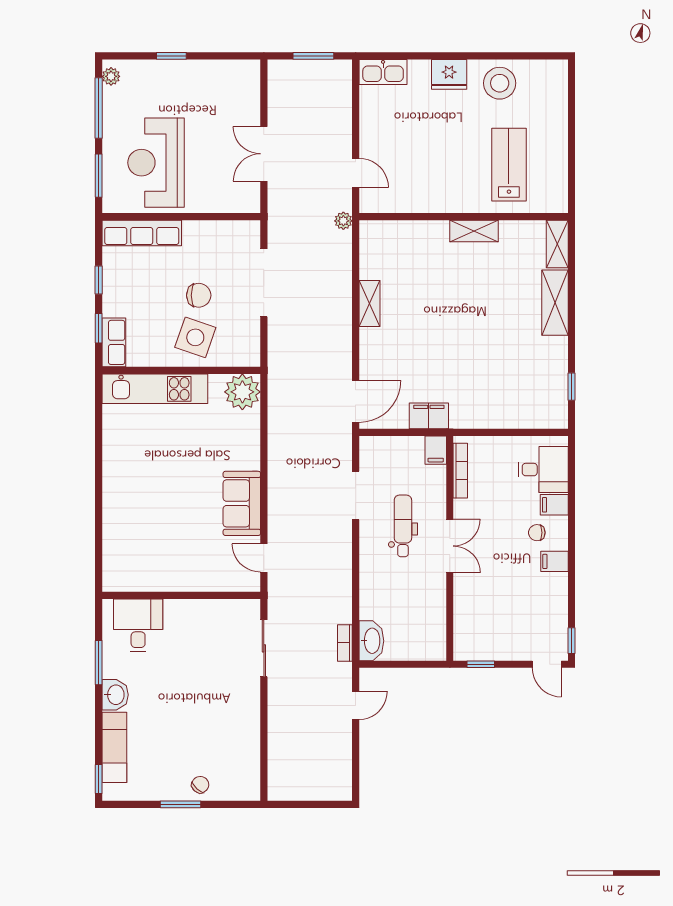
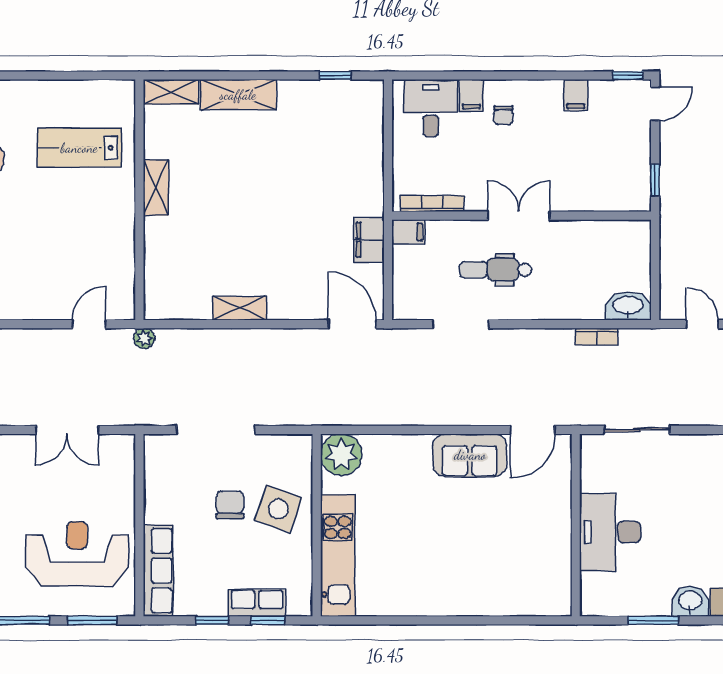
reception desk: (156, 163) -> (77, 554), turned 180
row of seats: (114, 342) -> (257, 603), moved
door: (264, 558) -> (533, 430), width x1.38
filing cabinet: (554, 561) -> (576, 95), moved
desk: (138, 625) -> (610, 532), moved, width x1.37
bookcase: (345, 643) -> (597, 337), moved

